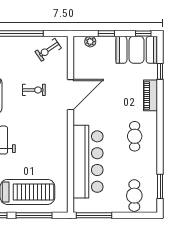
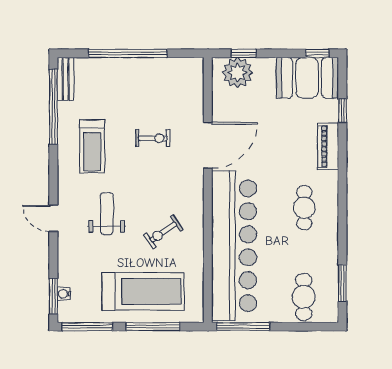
window: (106, 34) -> (244, 53), moved
plant: (90, 42) -> (237, 73), width x1.88, depth x1.88
exercise bike: (48, 50) -> (163, 232), moved
bar counter: (88, 162) -> (234, 246), width x1.36

